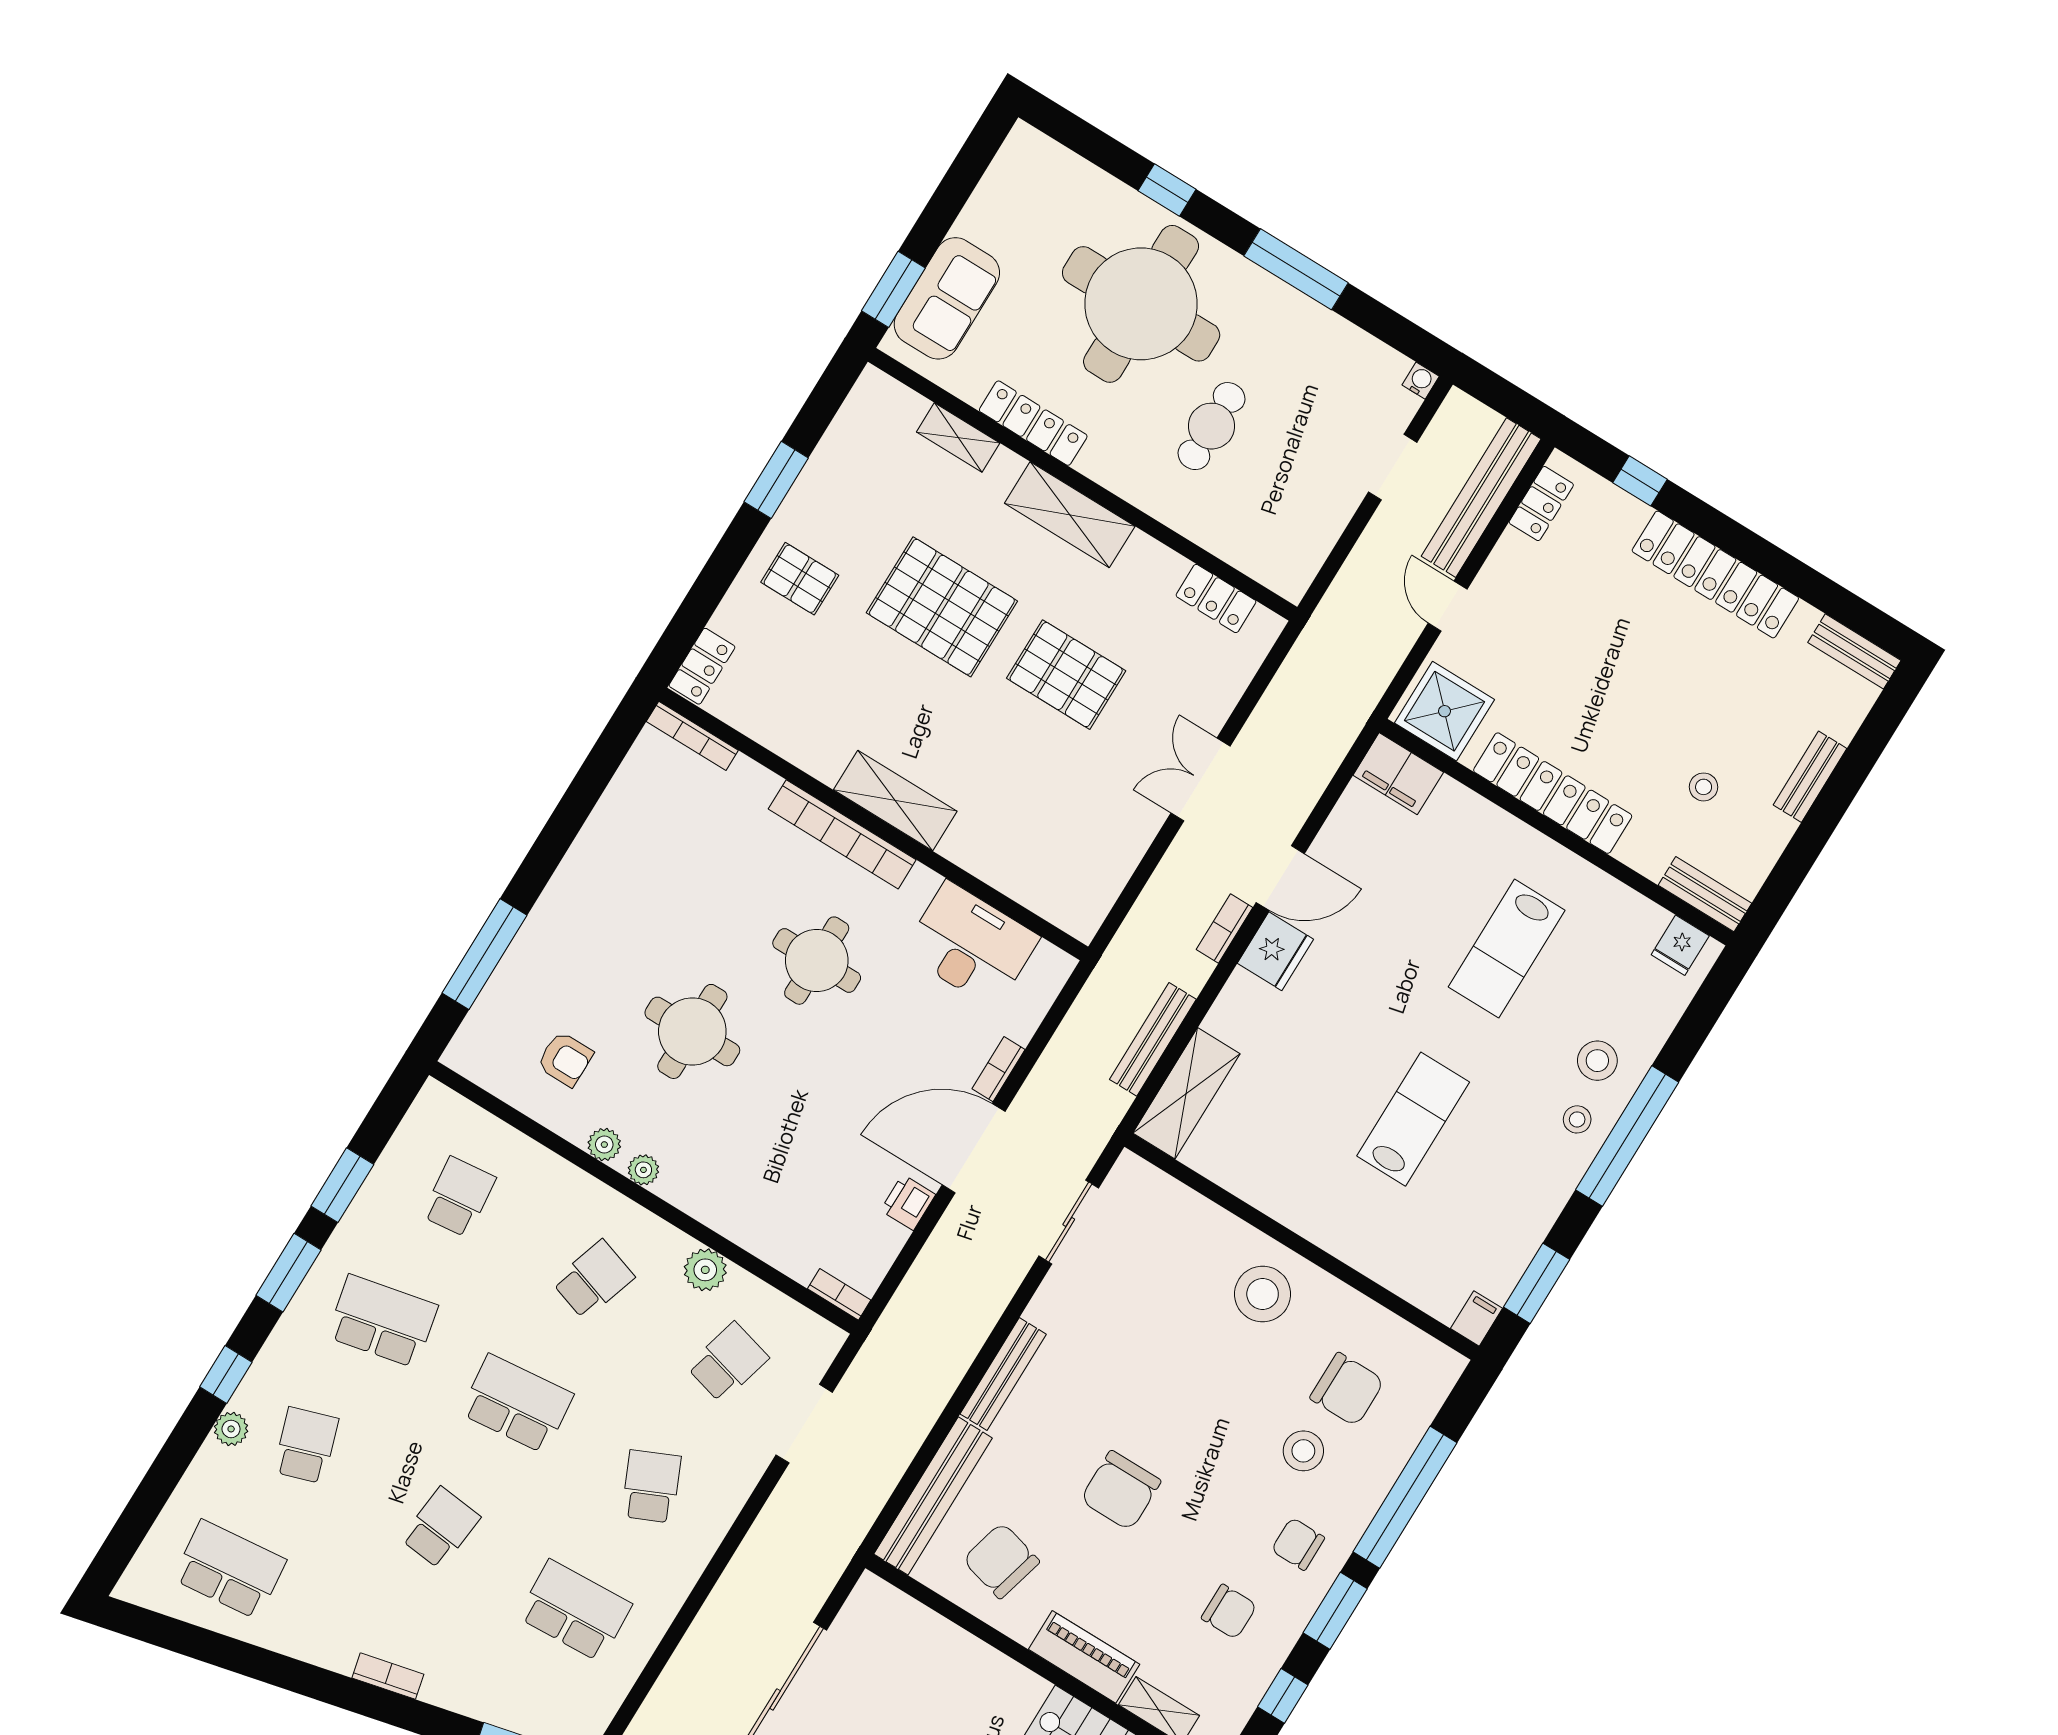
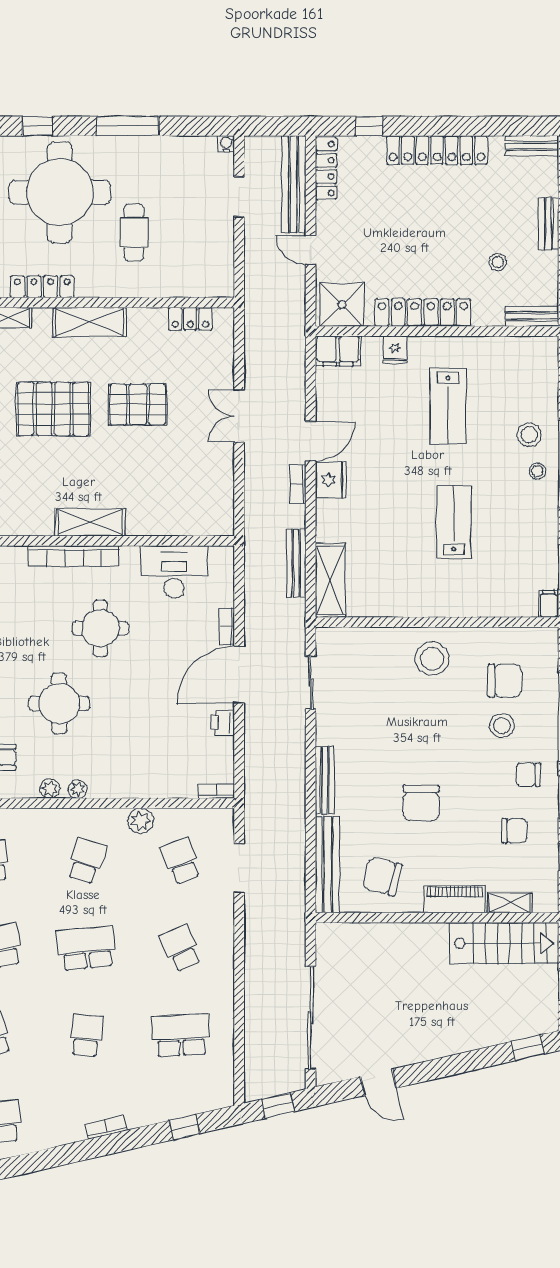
locker: (1541, 504) -> (326, 169), width x1.53
fridge: (1680, 945) -> (395, 350), moved
school desk: (728, 1362) -> (181, 861), turned -36

